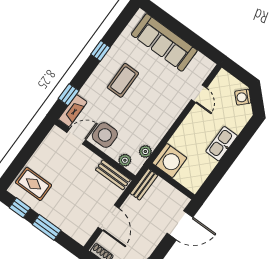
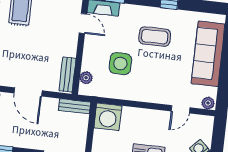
side table: (105, 135) -> (120, 64), moved
plant: (145, 151) -> (208, 103), moved
door: (109, 218) -> (28, 92), hinge flipped

